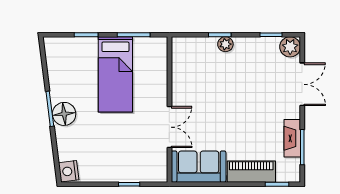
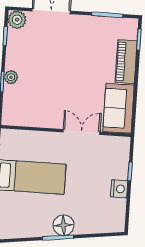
fireplace: (292, 138) -> (99, 23), removed
nightstand: (69, 171) -> (119, 189), moved, turned -83

